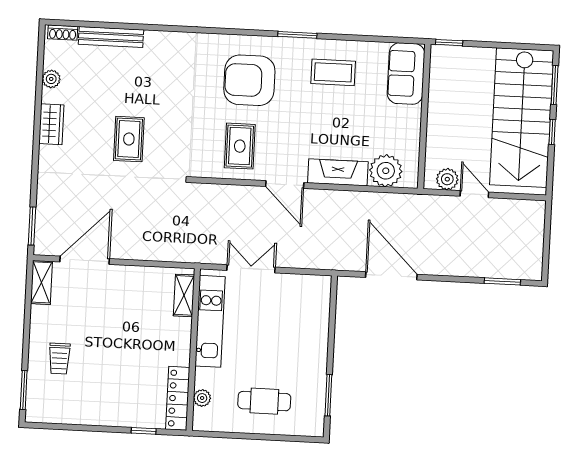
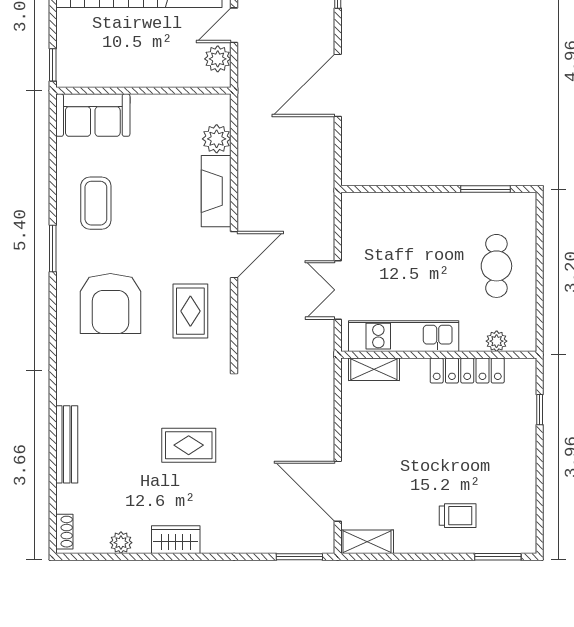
bench: (111, 37) -> (67, 444), moved
rug: (240, 146) -> (190, 311), turned 90
plant: (386, 171) -> (217, 139), width x0.73, depth x0.73
door: (391, 276) -> (338, 85), moved
locker: (178, 398) -> (467, 371), moved

